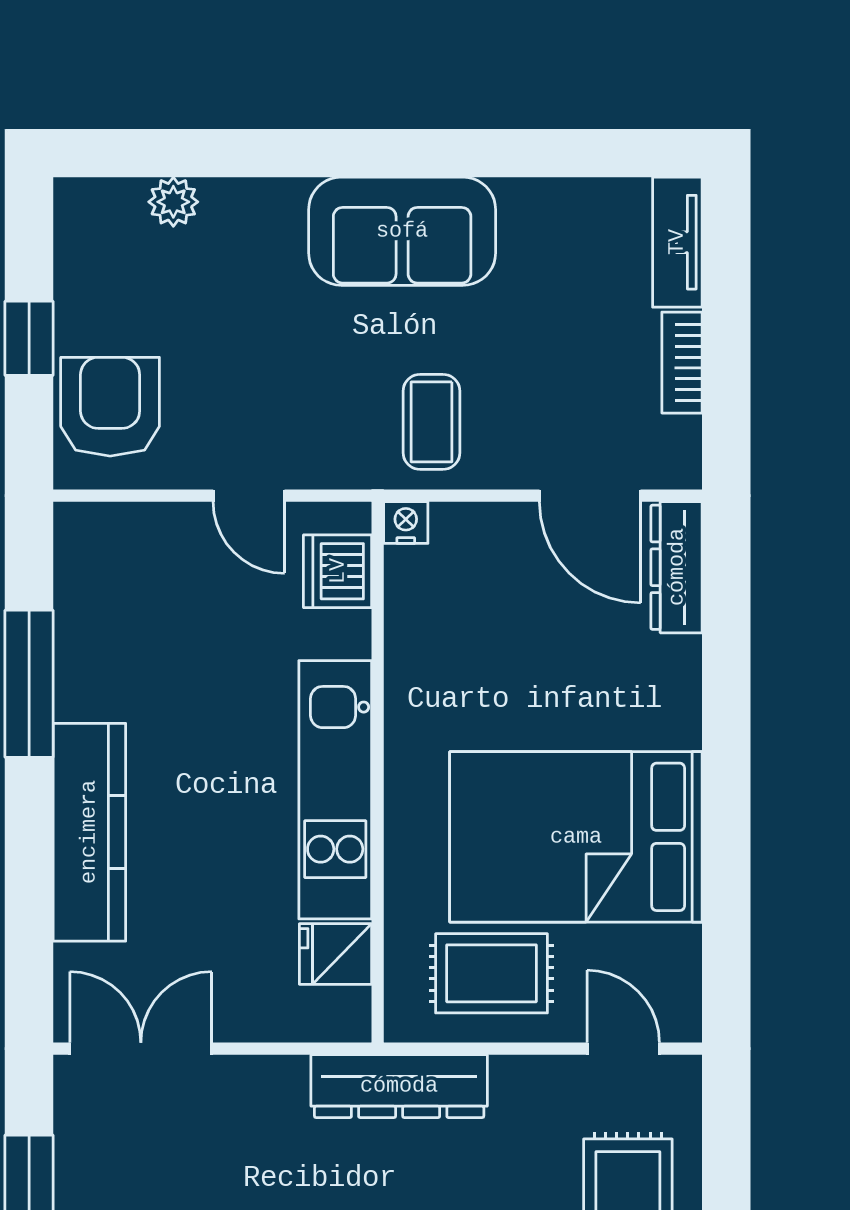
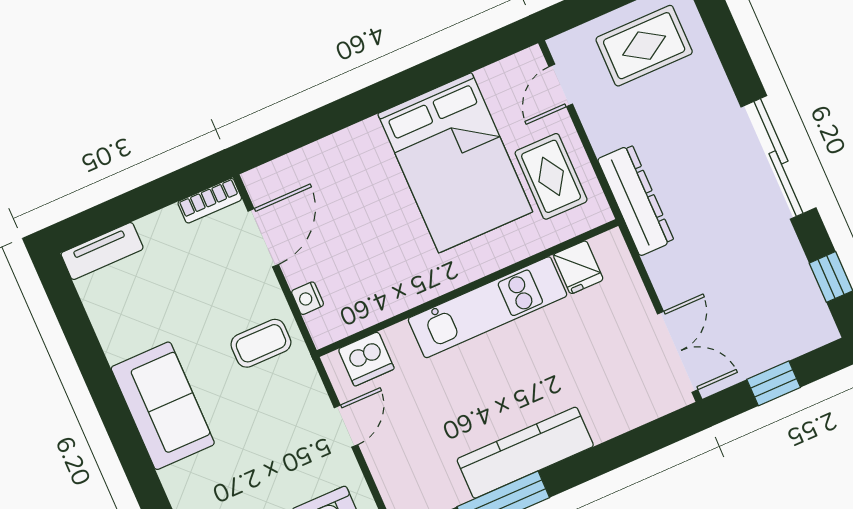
bookcase: (682, 363) -> (210, 201), moved
nightstand: (406, 523) -> (308, 298), moved
dresser: (677, 567) -> (282, 173), removed
kitchen counter: (89, 832) -> (525, 453), moved
double door: (141, 1049) -> (678, 352), swing flipped

